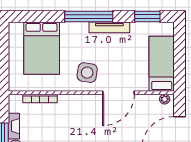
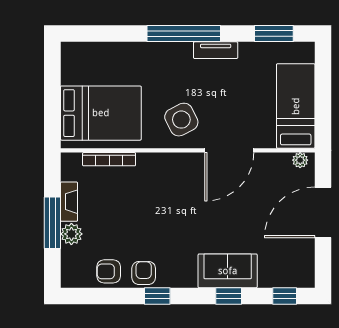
tv unit: (109, 27) -> (216, 50), width x0.71
bed: (42, 48) -> (101, 113), moved, turned -90
side table: (87, 73) -> (181, 120), turned -35

